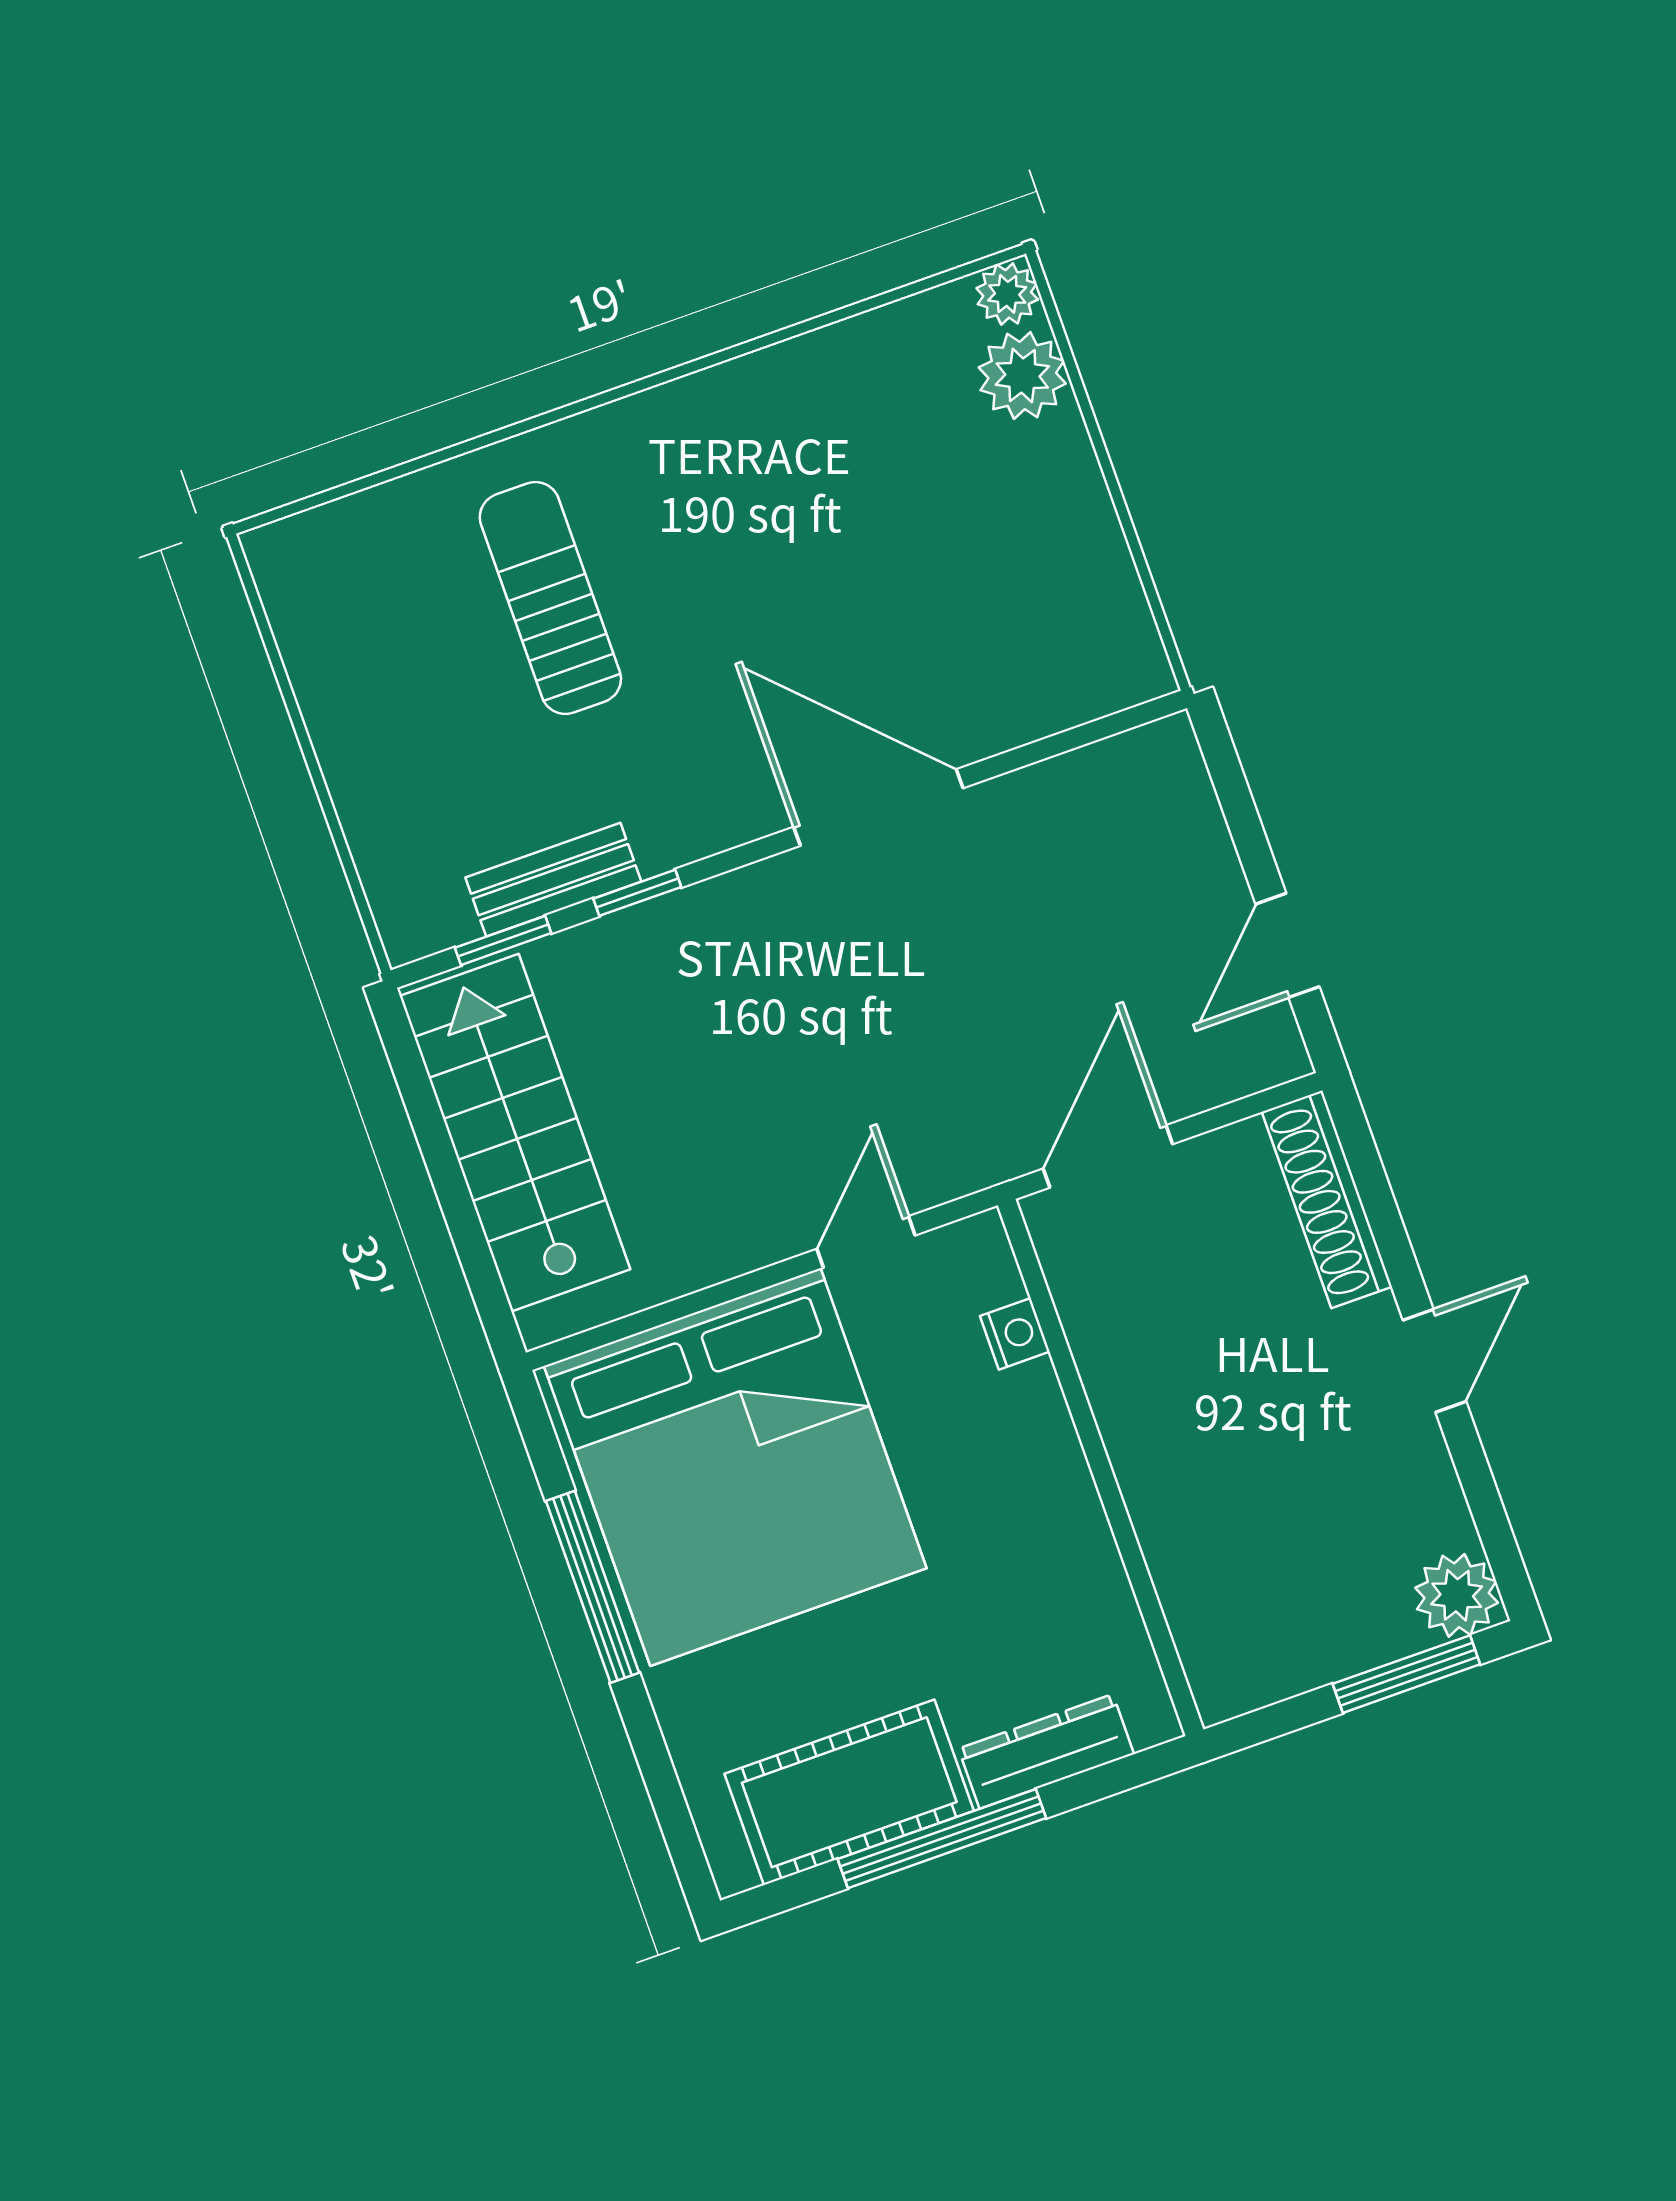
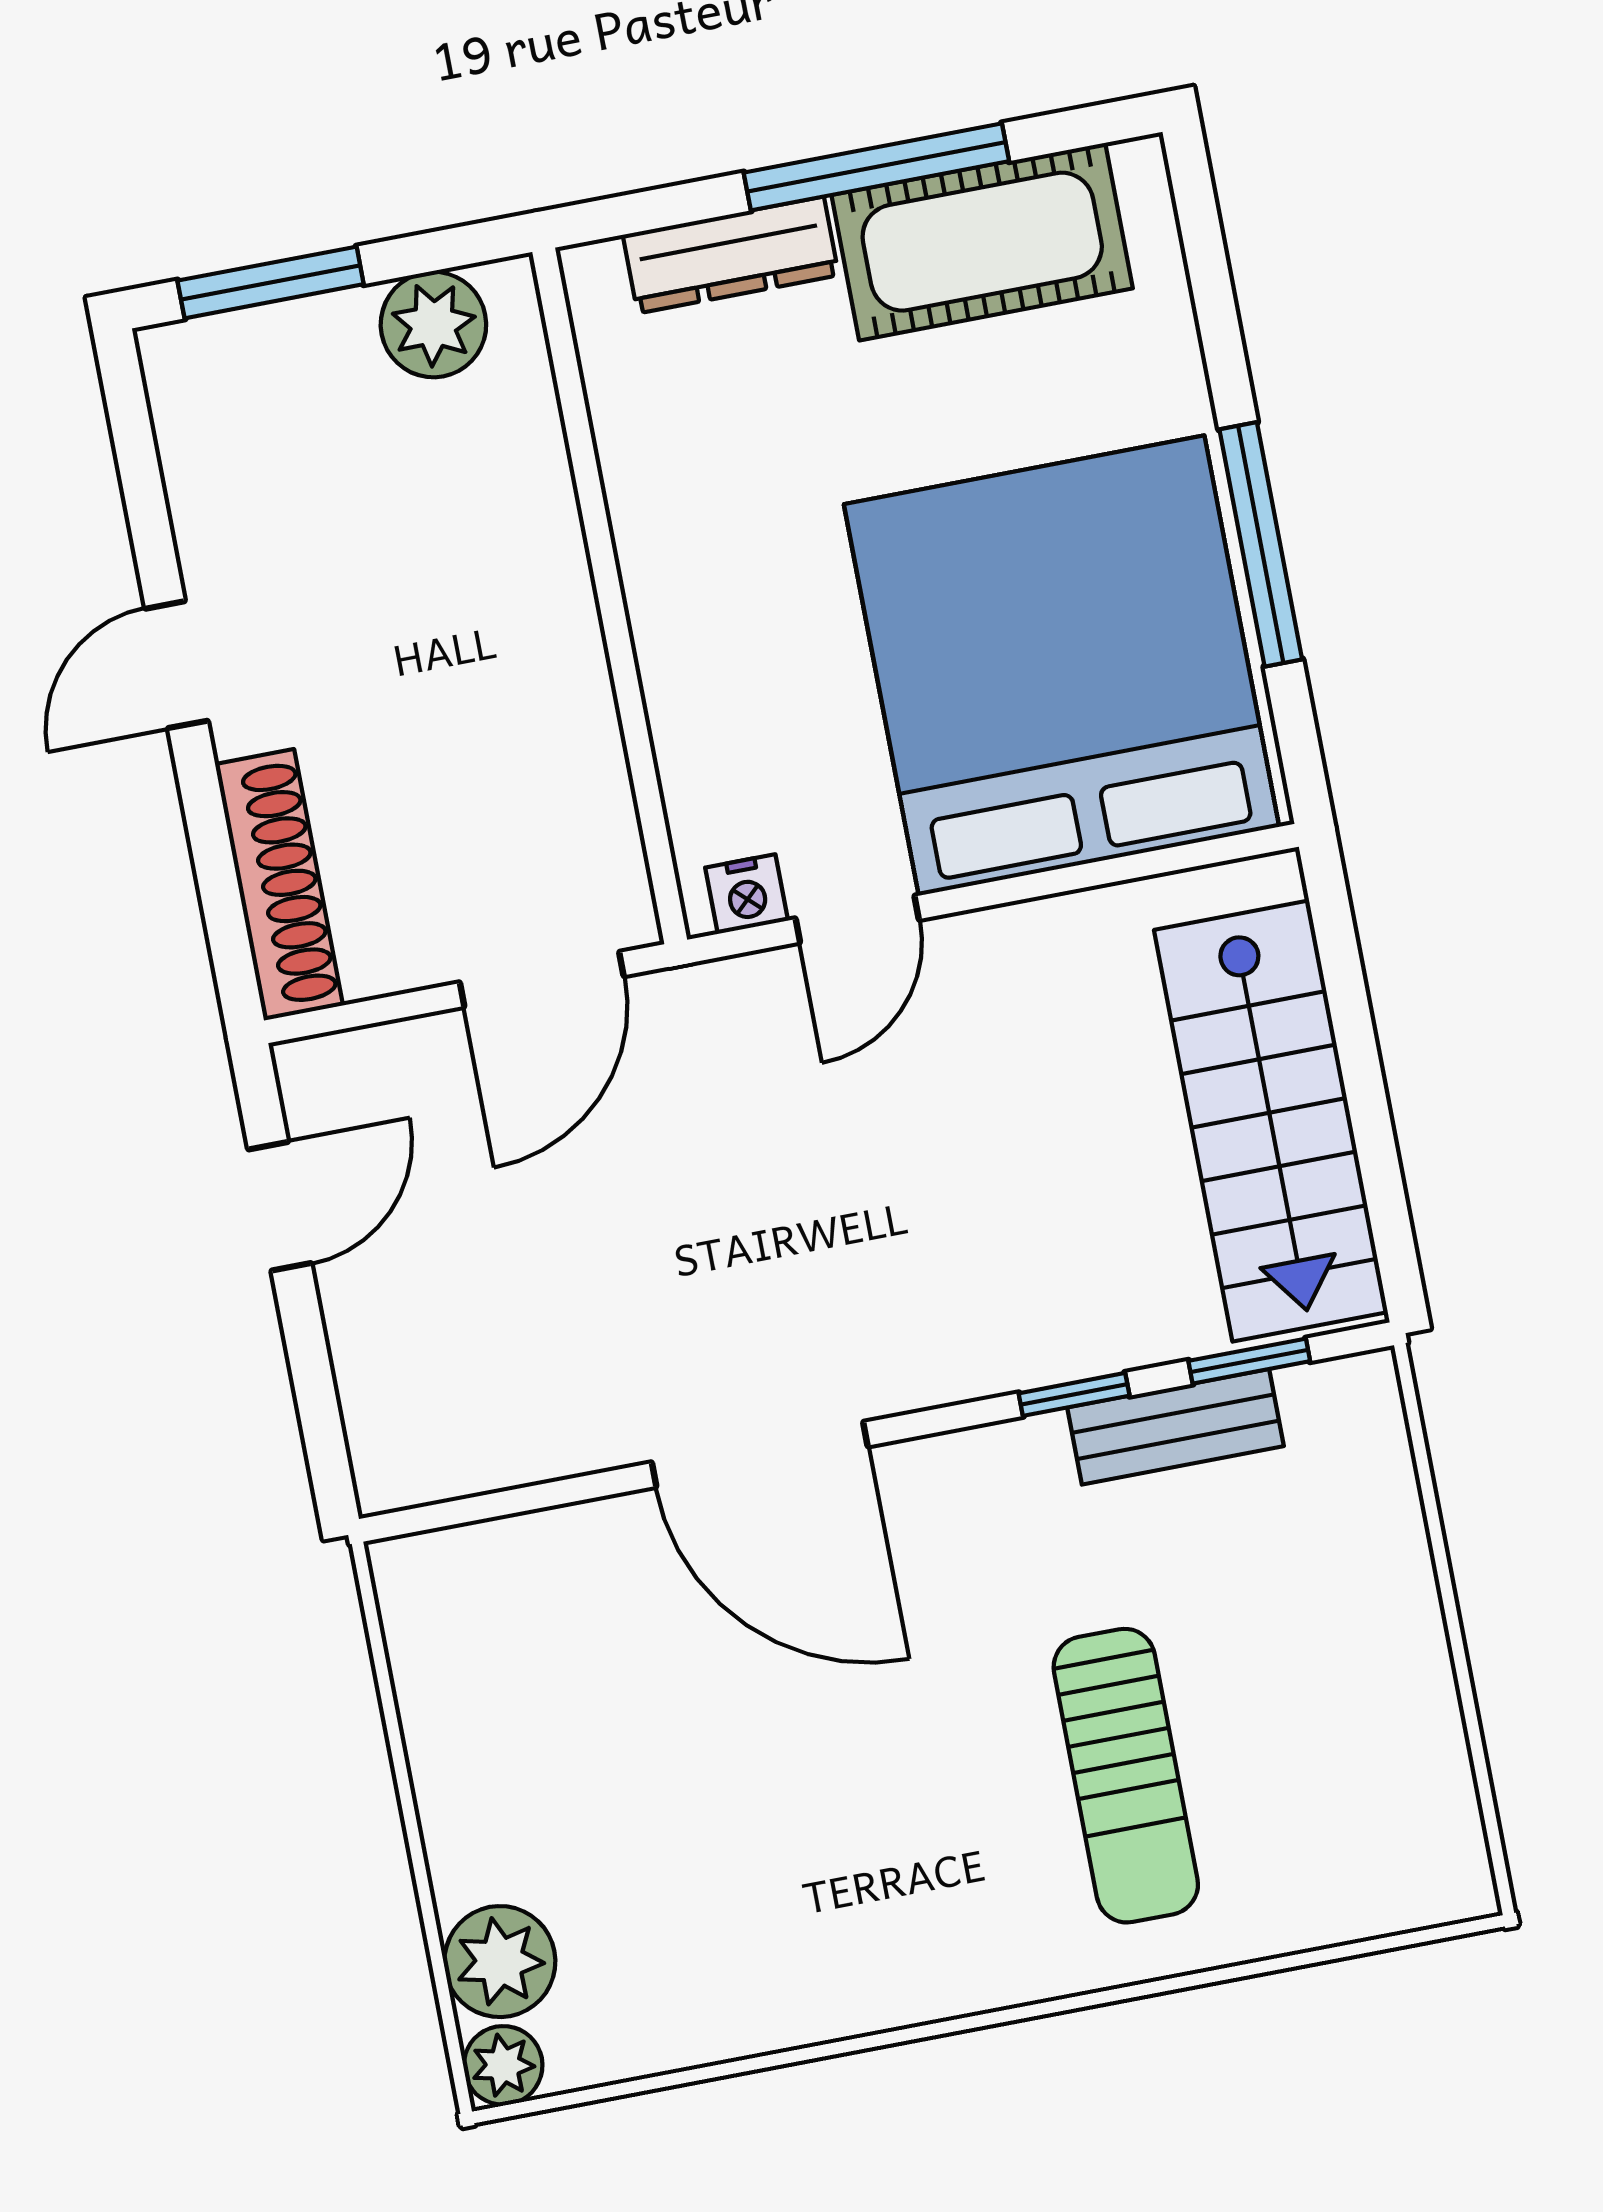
nightstand: (1015, 1334) -> (747, 894), moved, turned -90
plant: (1457, 1595) -> (433, 325), moved

